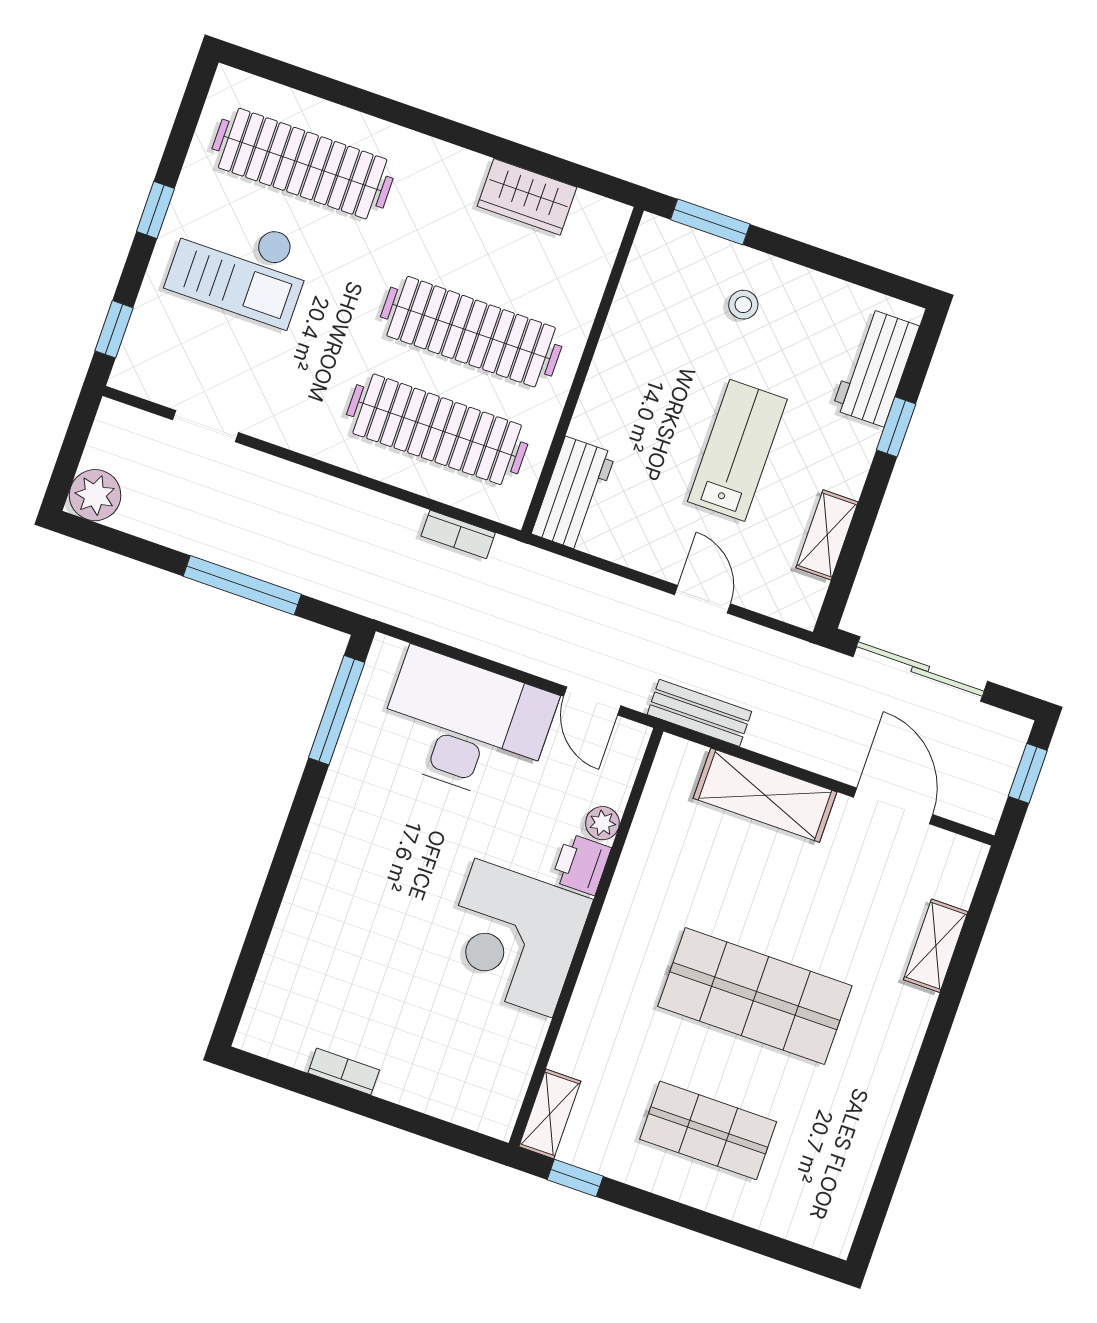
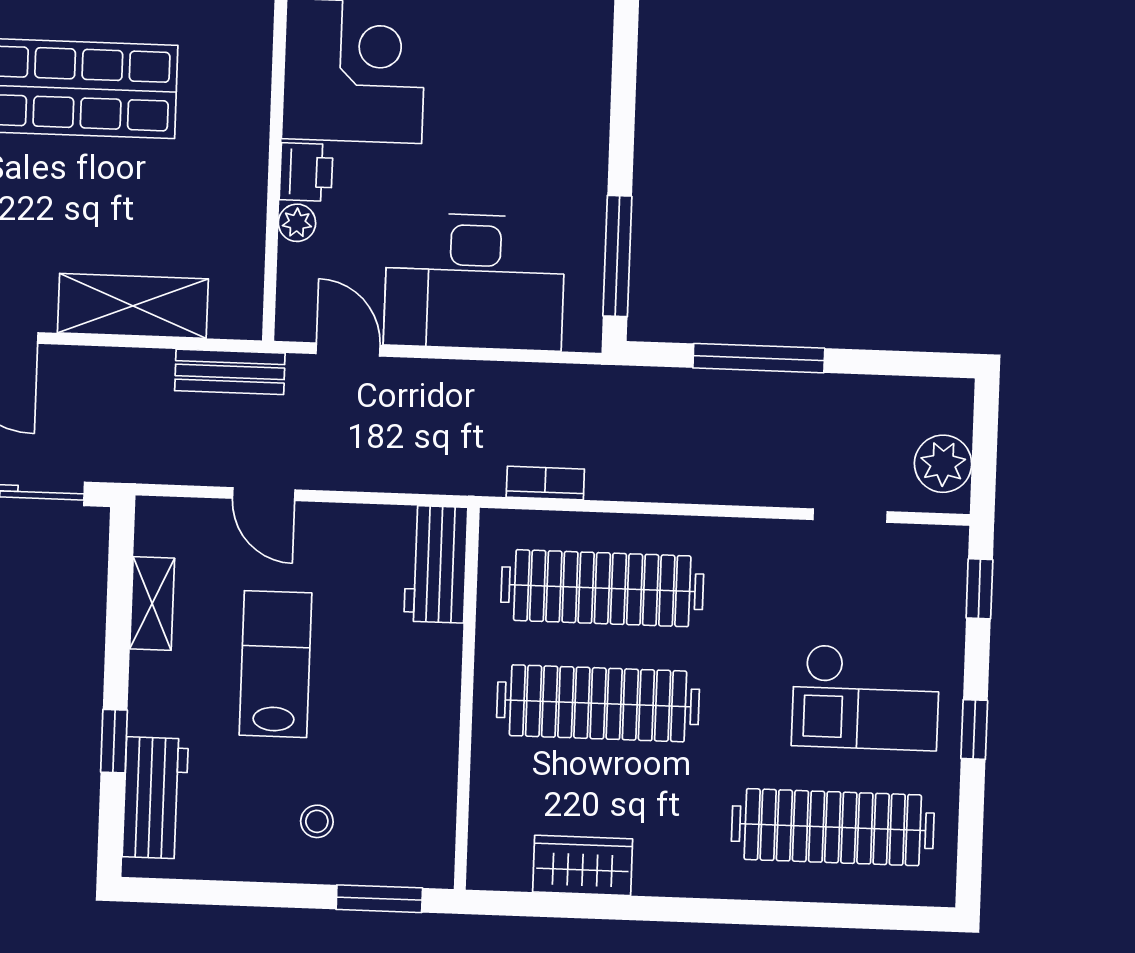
checkout: (240, 266) -> (866, 697), turned 180
lab bench: (737, 450) -> (276, 664), turned 180
plant: (95, 495) -> (943, 464), moved

